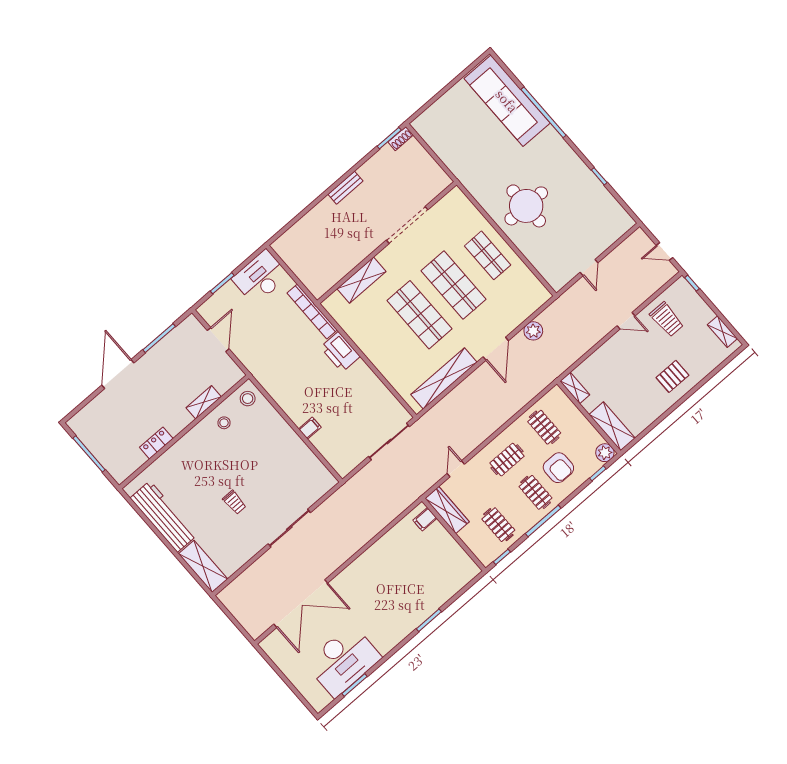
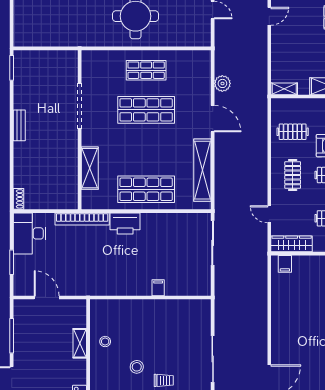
shoe rack: (401, 139) -> (18, 199), moved
shop shelf: (419, 315) -> (146, 189), moved
stool: (248, 399) -> (137, 367), moved

